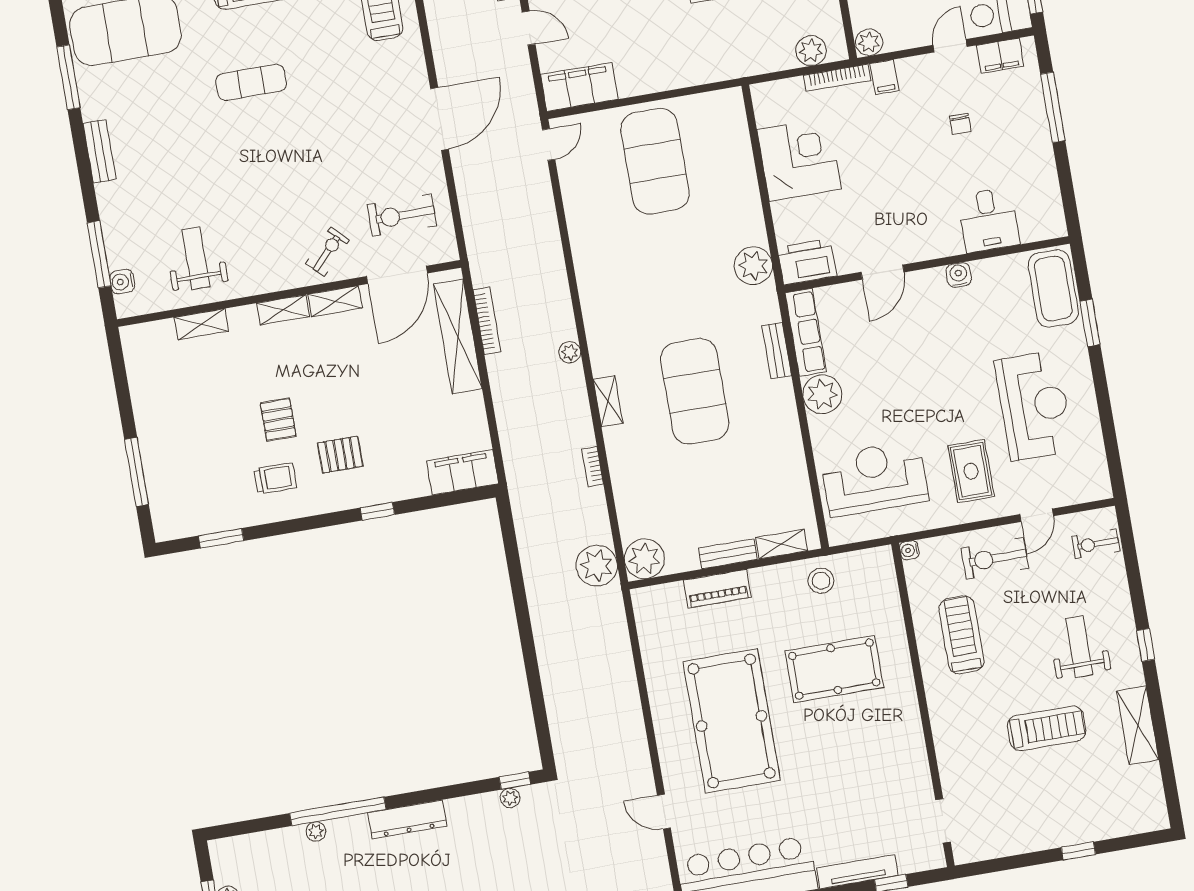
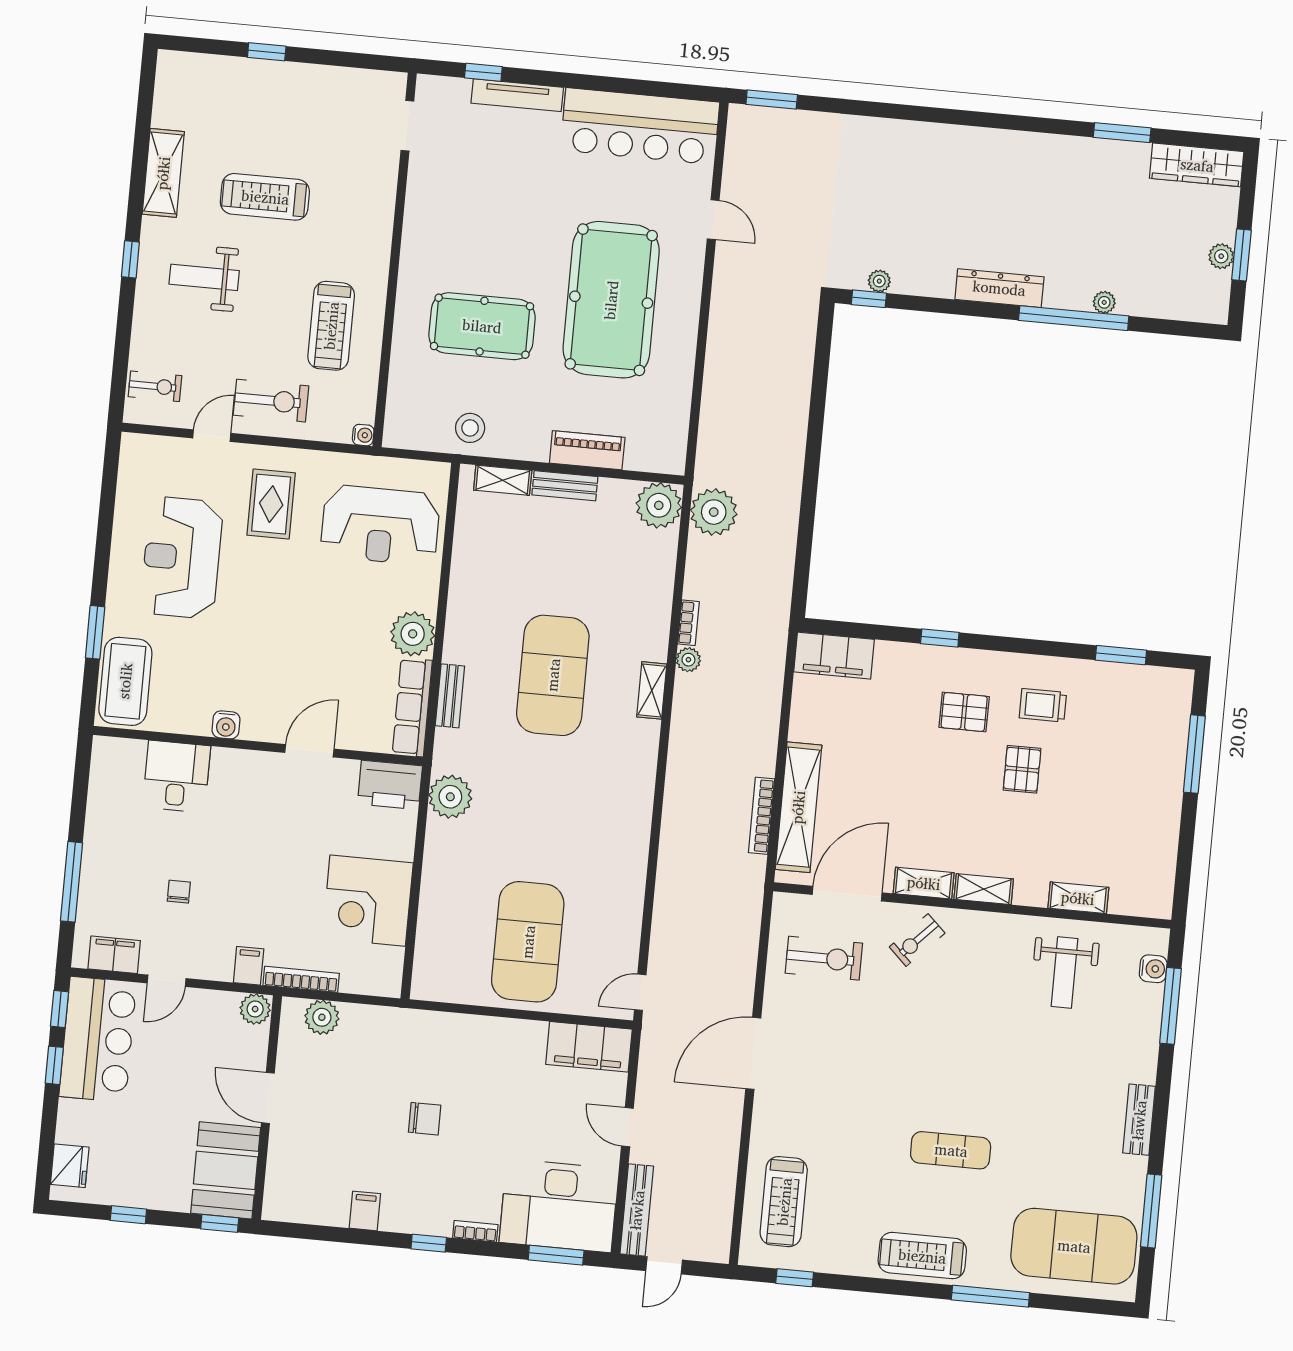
plant: (570, 352) -> (688, 660), moved
weight bench: (1079, 647) -> (204, 277), turned 90

